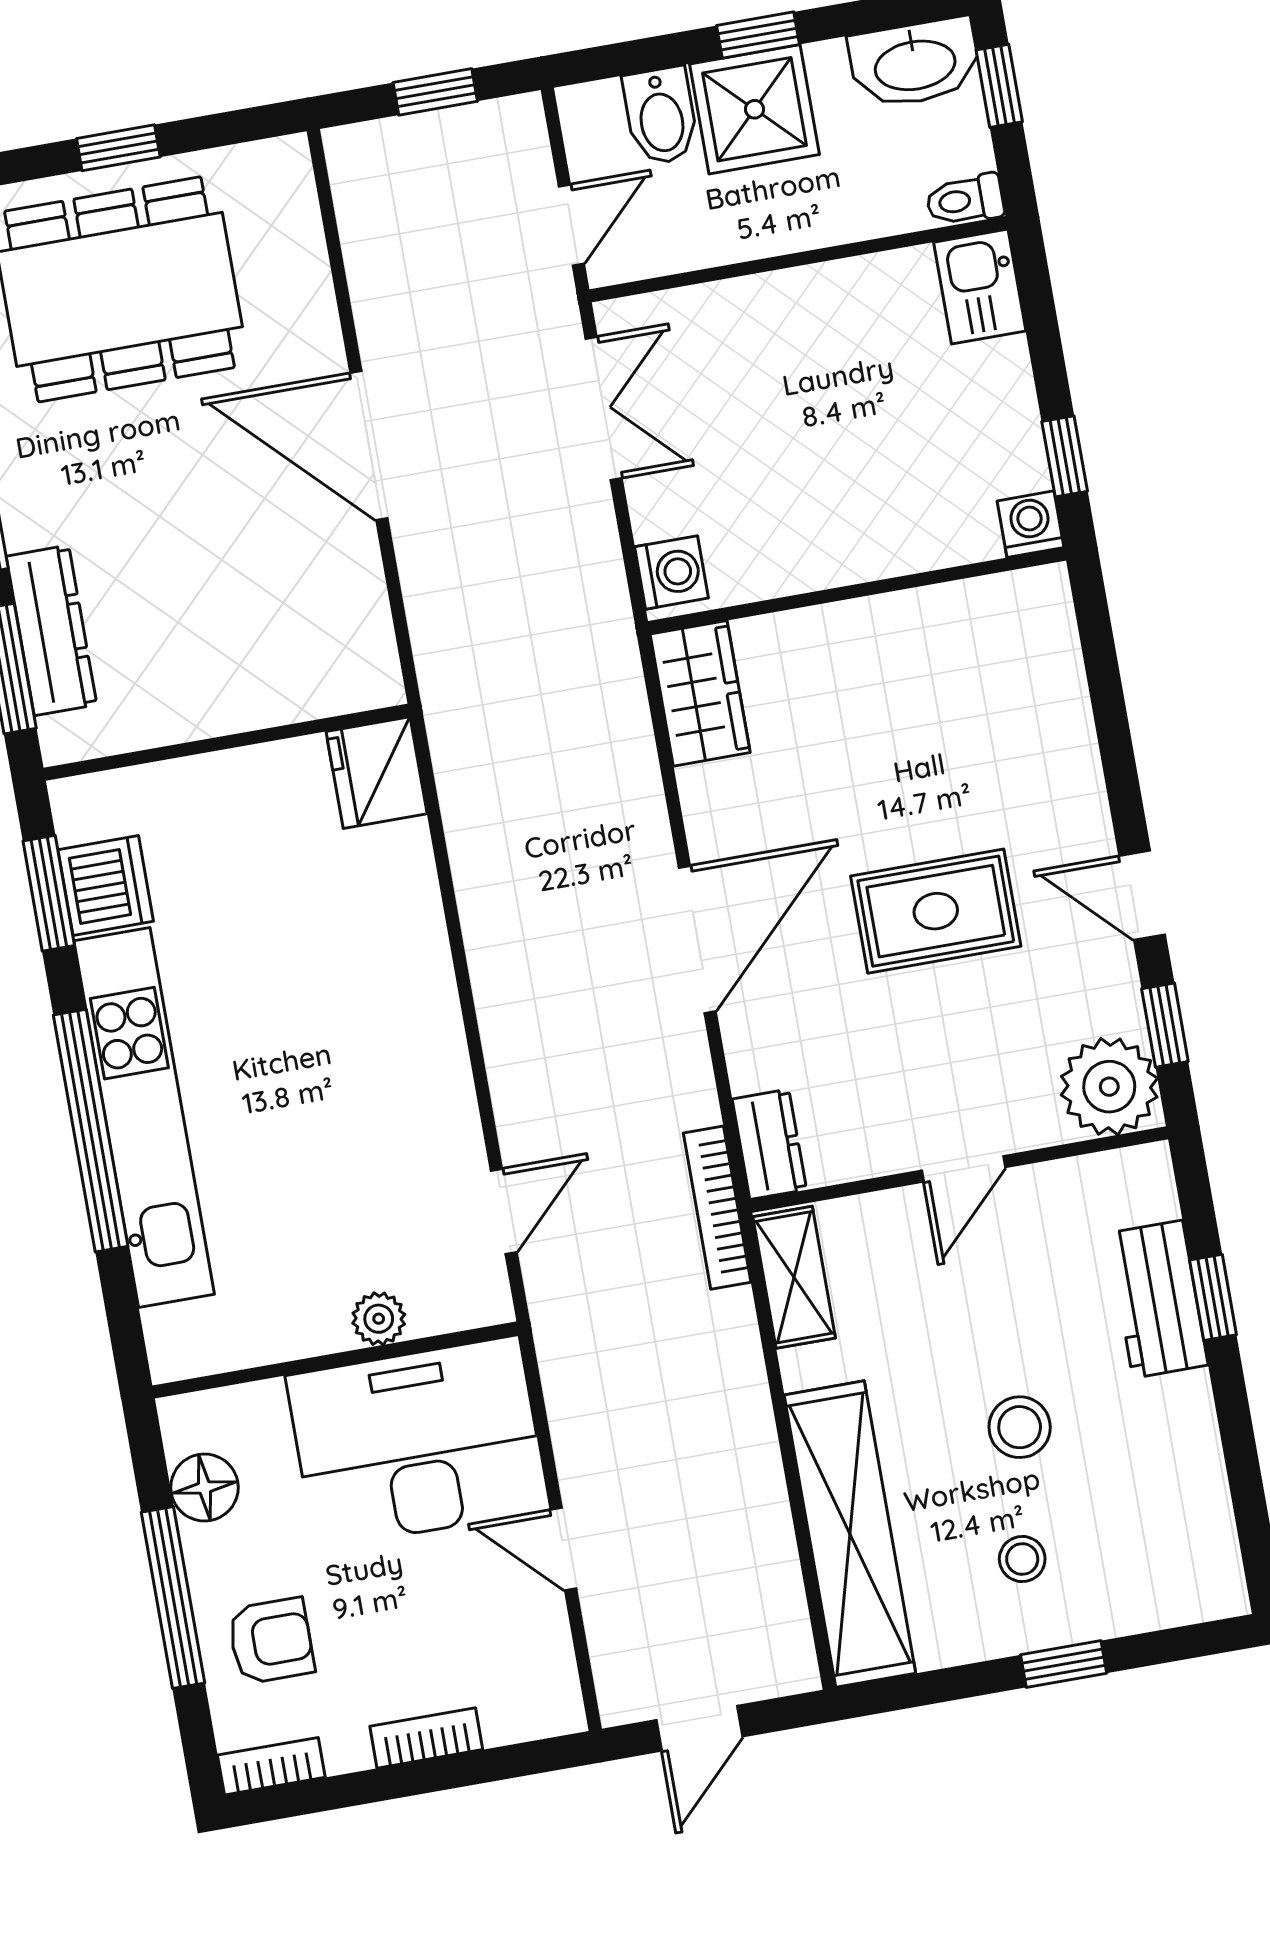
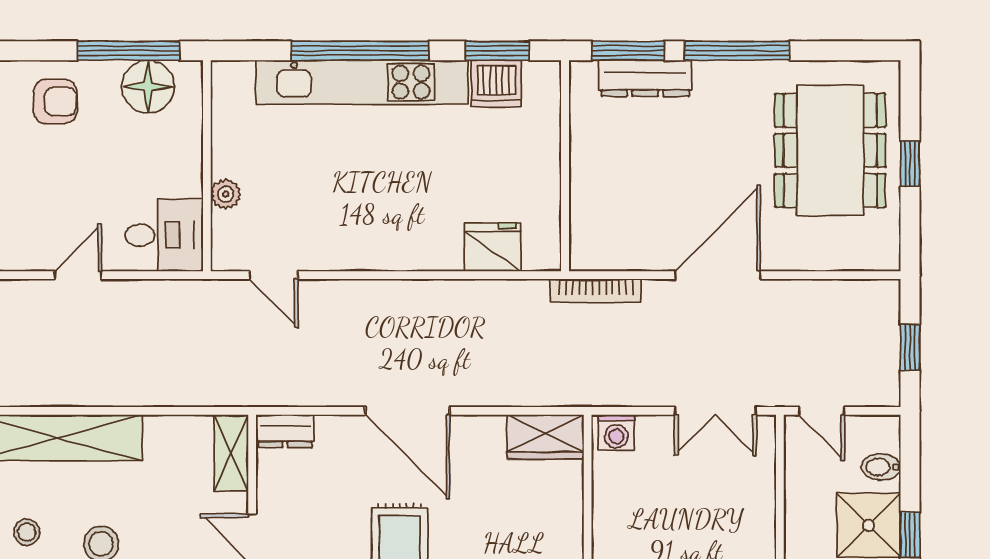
bidet: (661, 116) -> (881, 467), width x0.72, depth x0.74
fridge: (377, 773) -> (493, 247), moved
bookcase: (717, 1208) -> (596, 290), moved, turned 180
shelving: (794, 1277) -> (231, 453), moved, turned 90
desk: (417, 1443) -> (164, 235), width x0.53, depth x0.77
floor lamp: (204, 1488) -> (148, 87), width x1.38, depth x1.38
window: (173, 1598) -> (128, 51), moved
armchair: (271, 1641) -> (55, 102), turned -90

